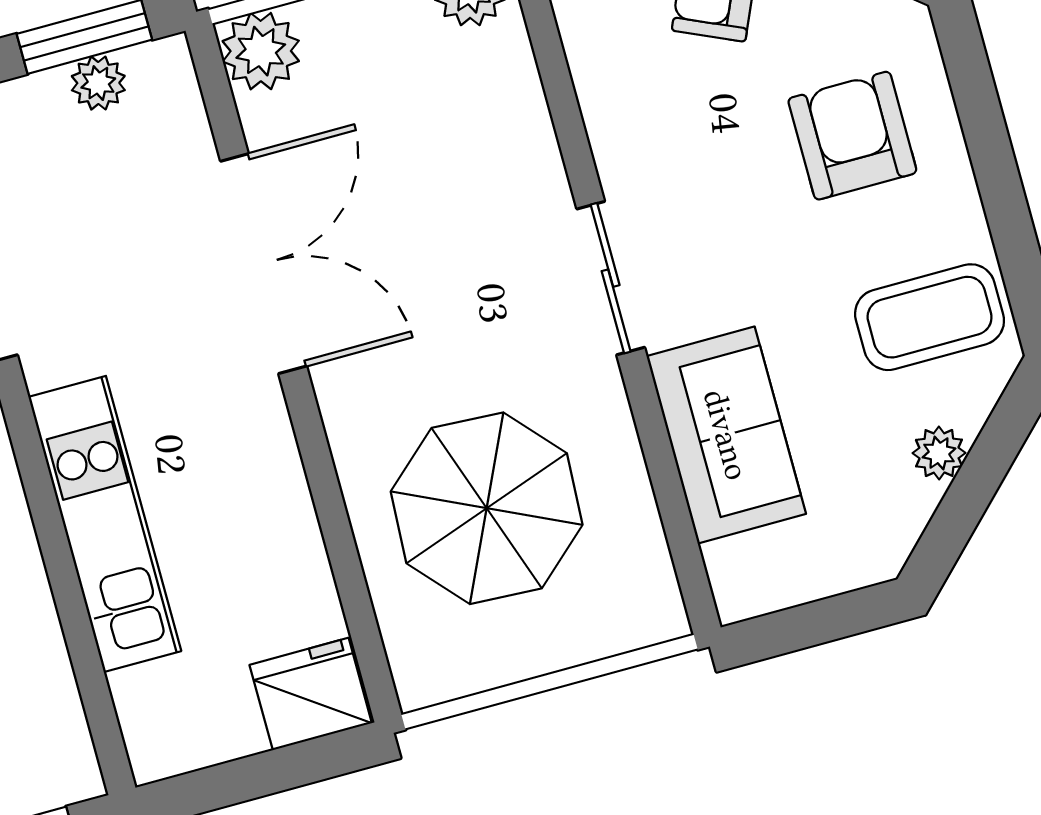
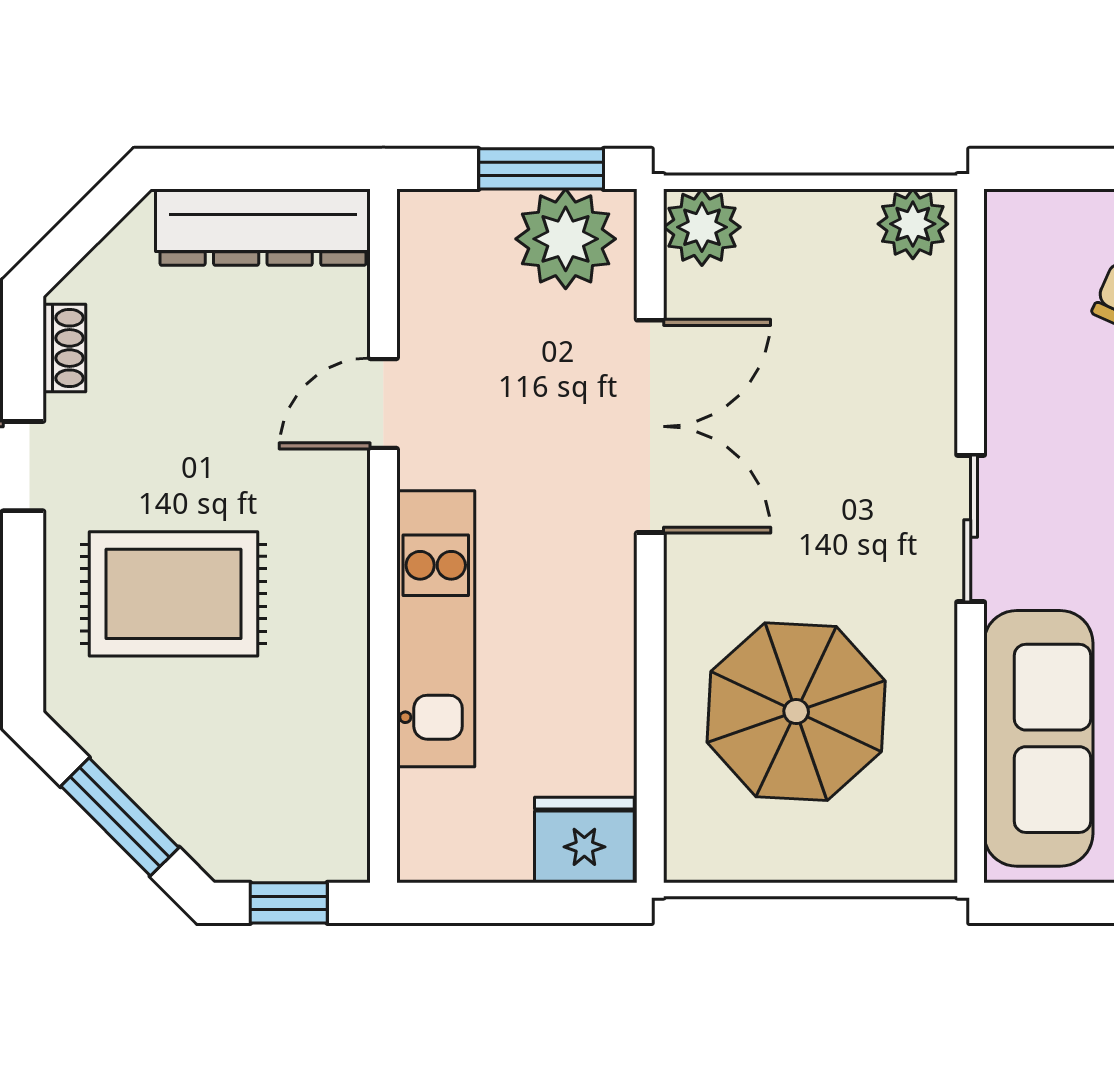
plant: (98, 83) -> (566, 239), width x1.88, depth x1.88
sofa: (726, 435) -> (1038, 738), width x1.36

